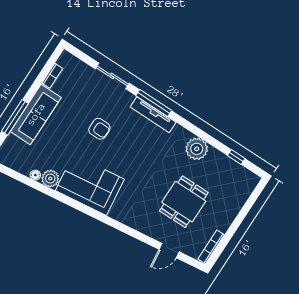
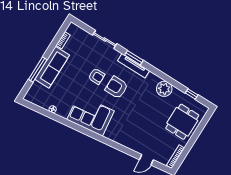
window: (154, 103) -> (134, 58), width x0.69
armchair: (128, 145) -> (117, 87), added
plant: (50, 179) -> (63, 111), removed
dining table: (184, 202) -> (182, 122), moved

